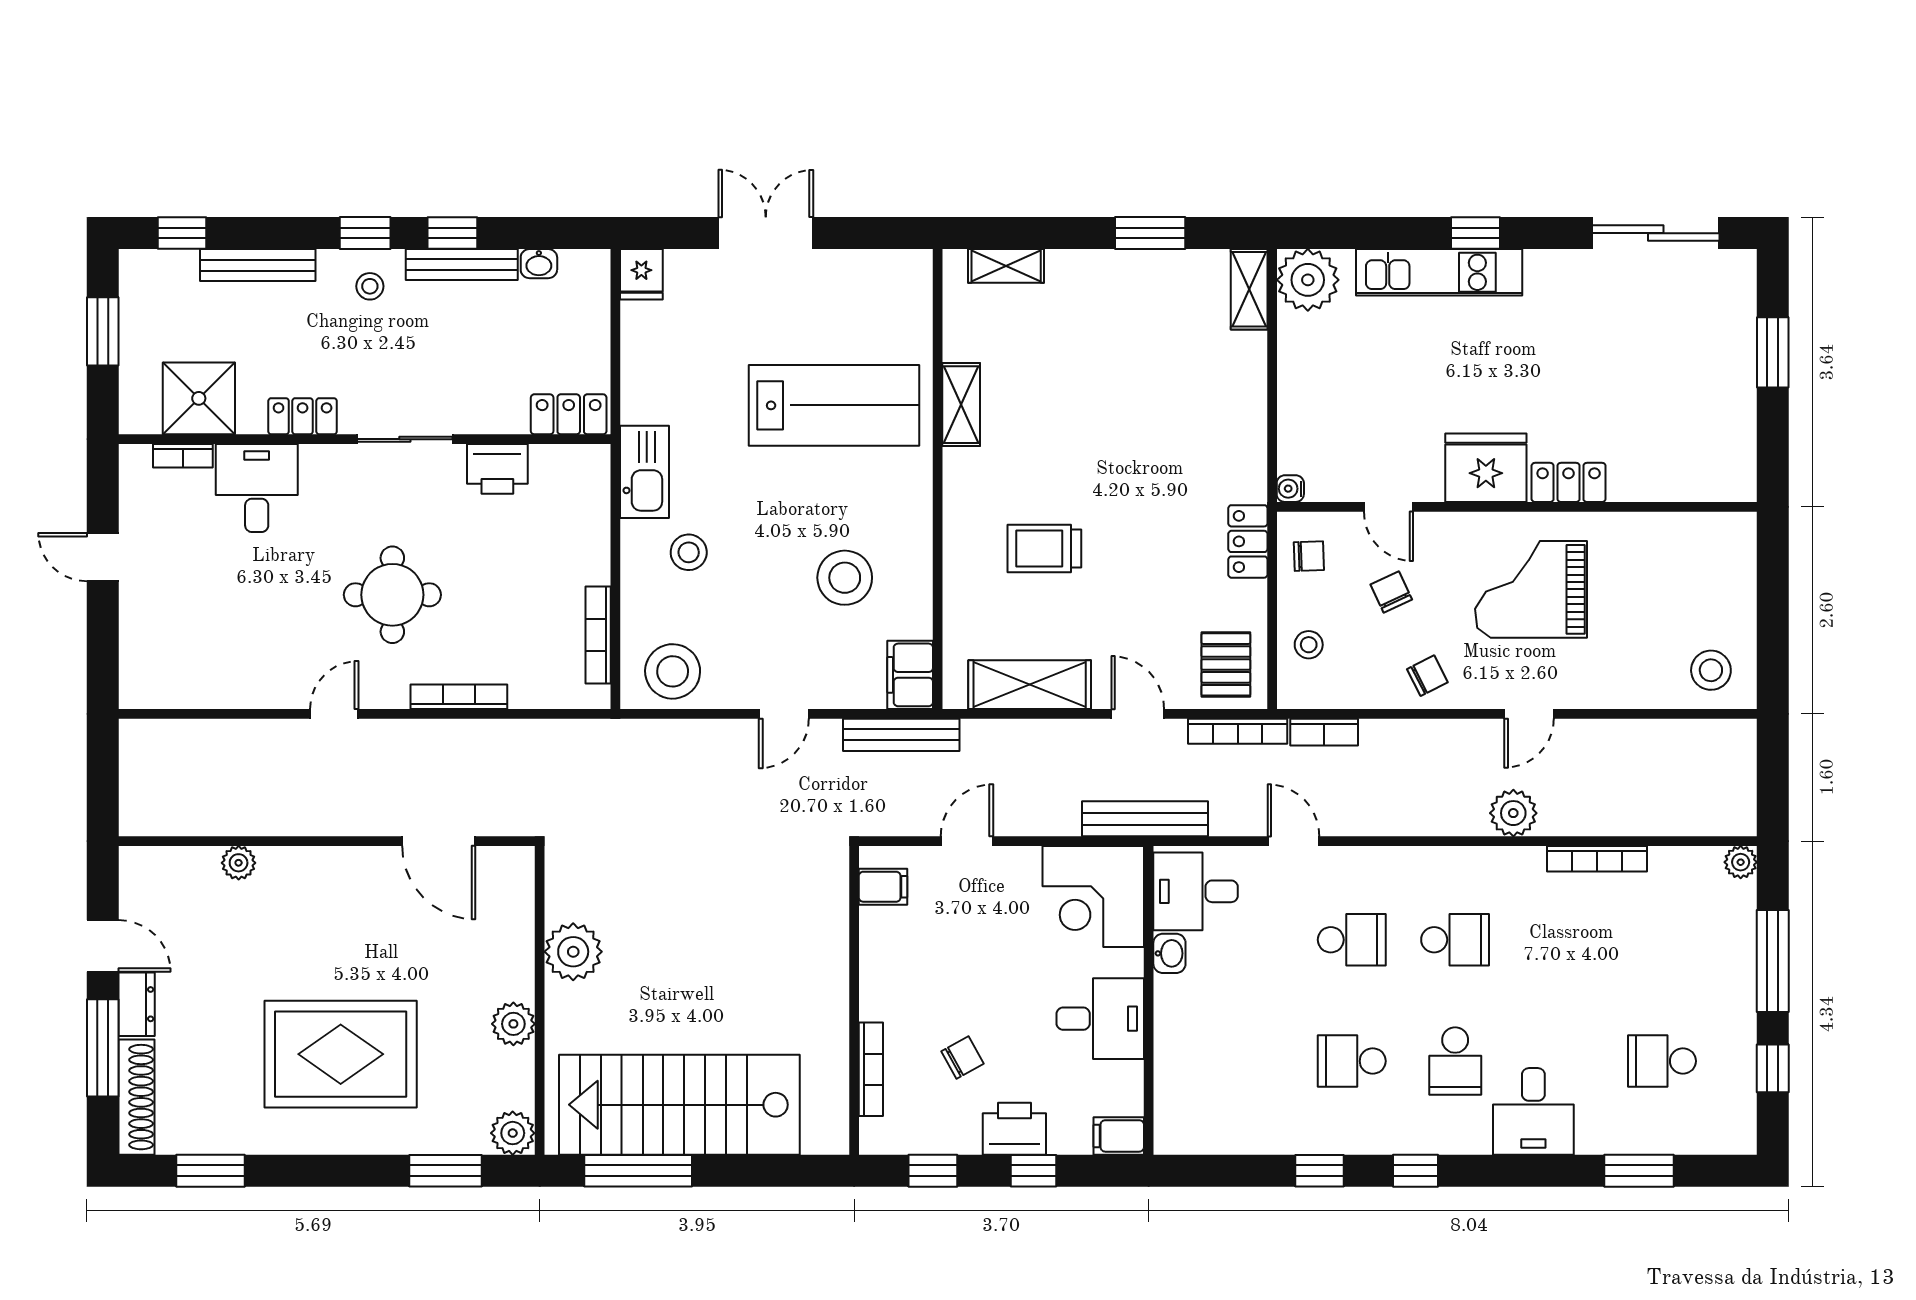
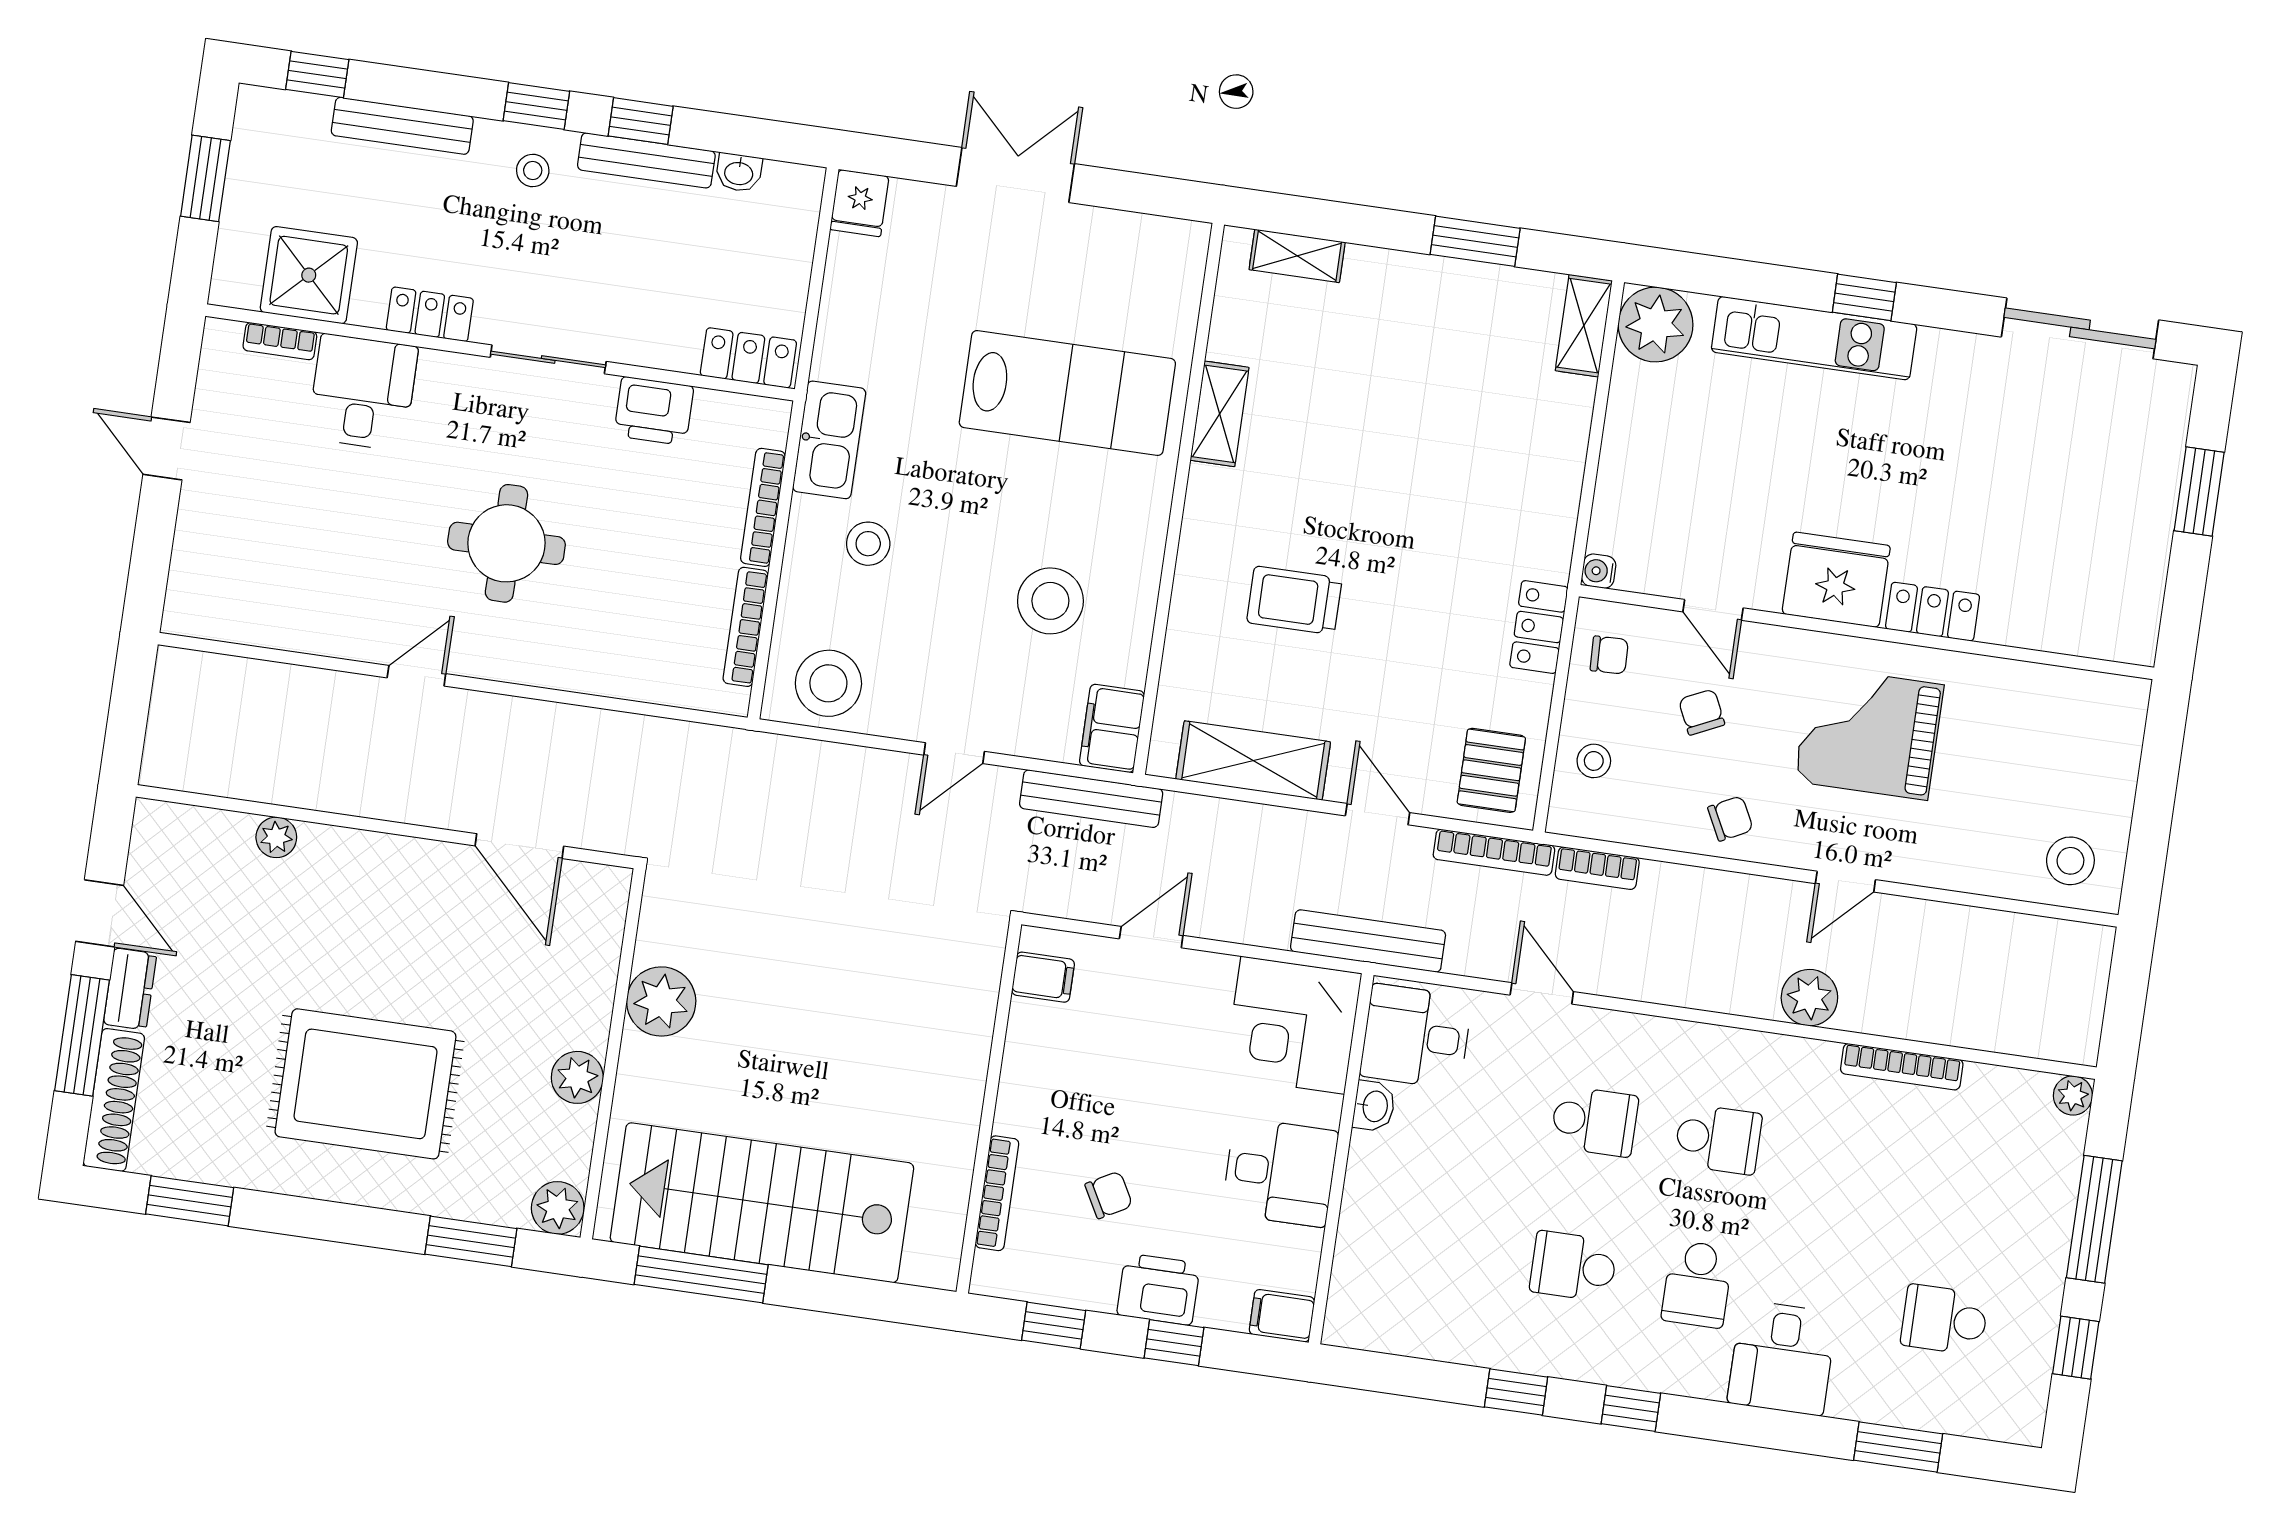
bookcase: (459, 697) -> (763, 507), moved, turned -90

